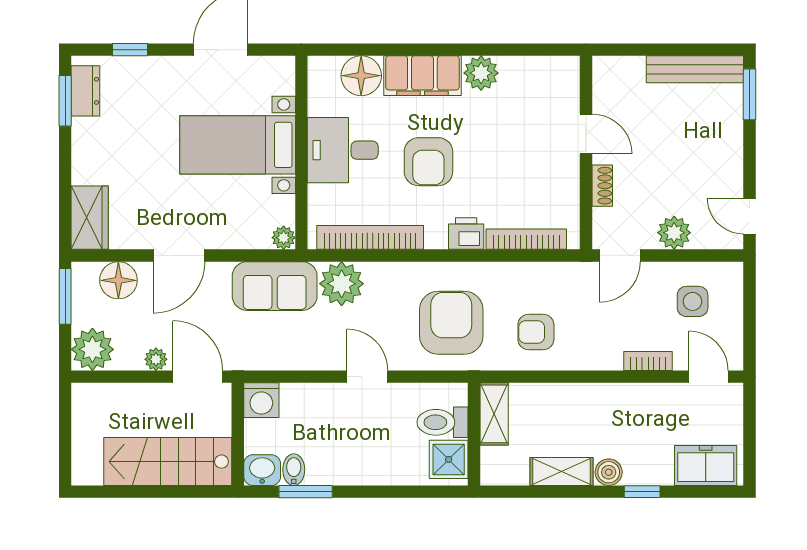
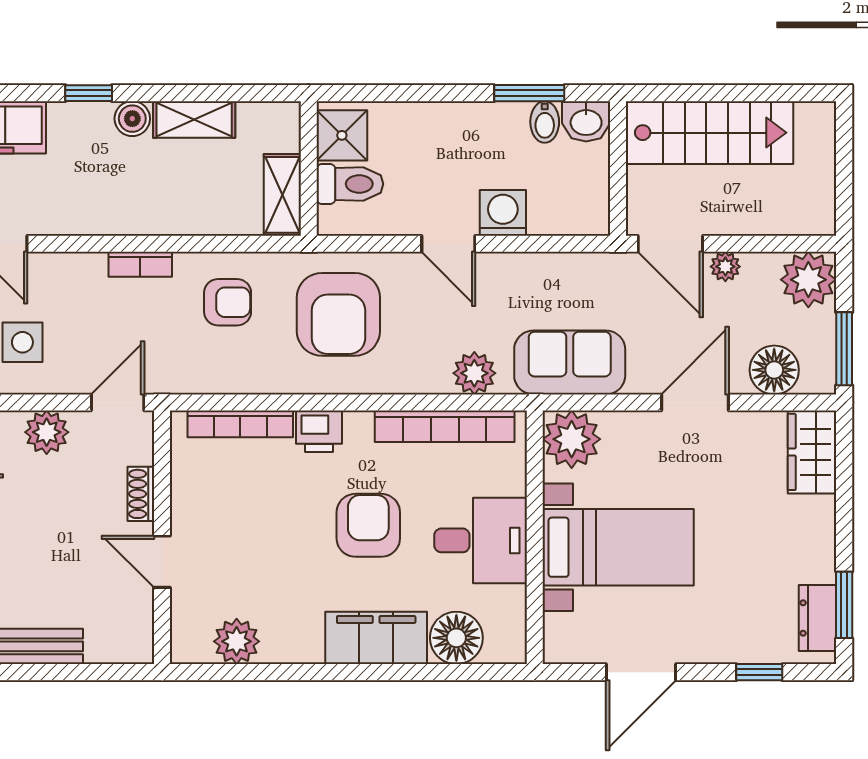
plant: (481, 73) -> (237, 641), moved
plant: (284, 238) -> (572, 439), width x1.87, depth x1.87
plant: (342, 284) -> (474, 373), width x0.73, depth x0.73
bookcase: (648, 361) -> (140, 264), moved
washing machine: (261, 400) -> (503, 213), moved

